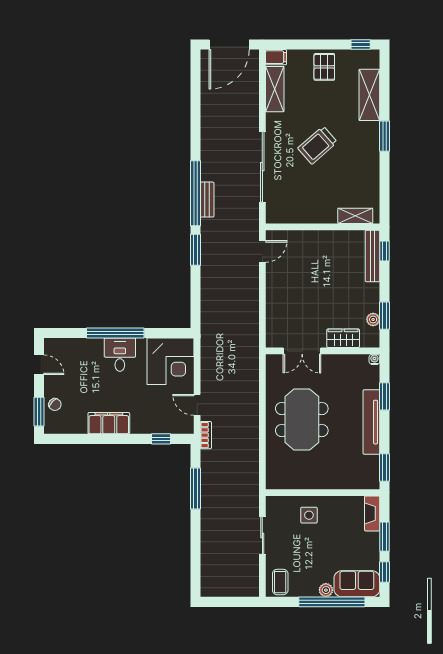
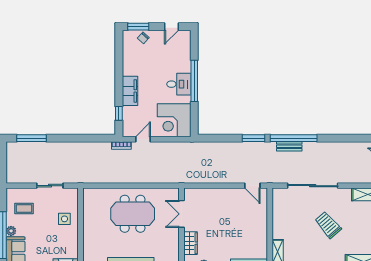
filing cabinet: (109, 423) -> (130, 91), moved
window: (196, 488) -> (31, 138), moved
coffee table: (280, 582) -> (24, 209), moved

